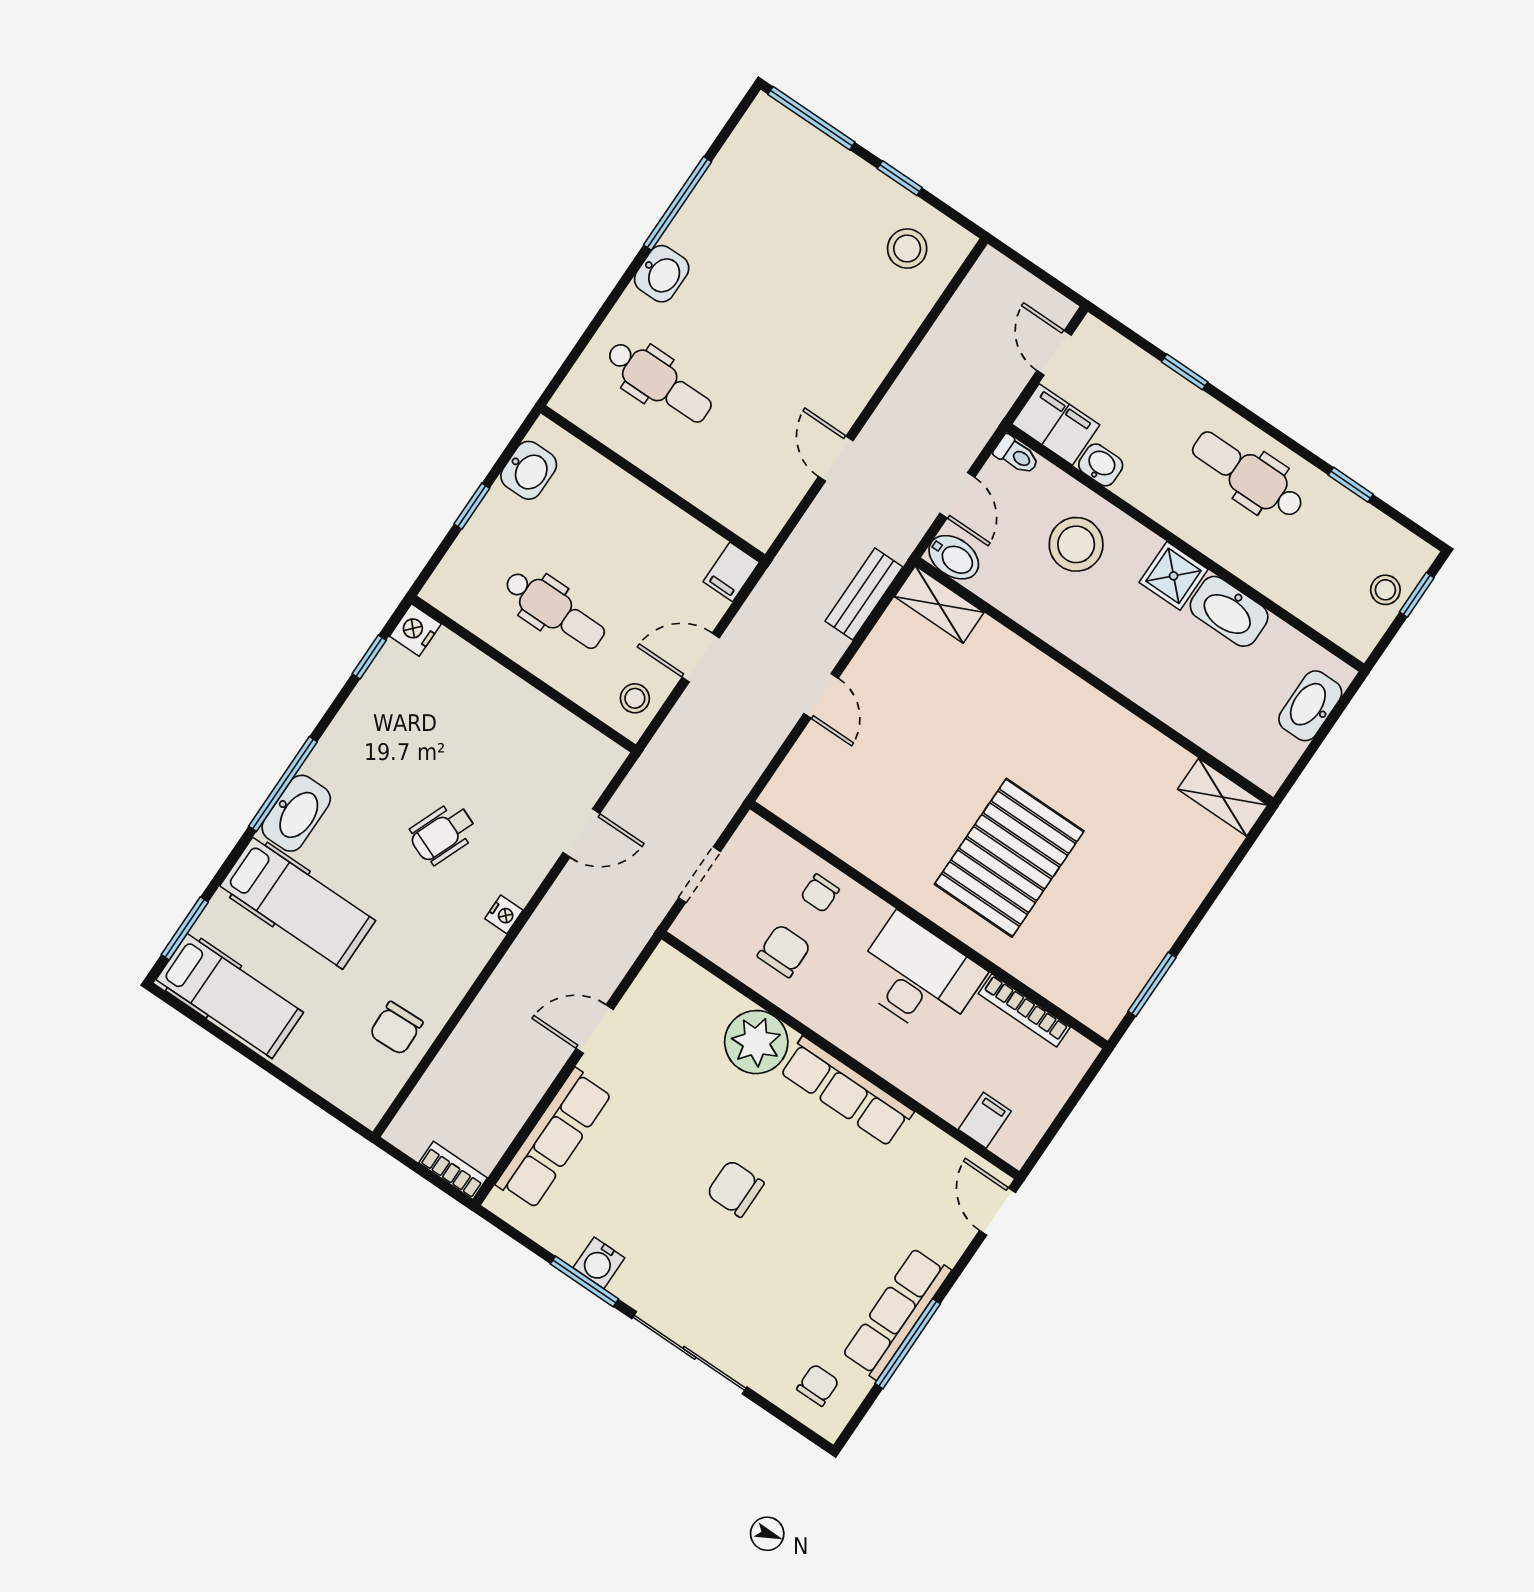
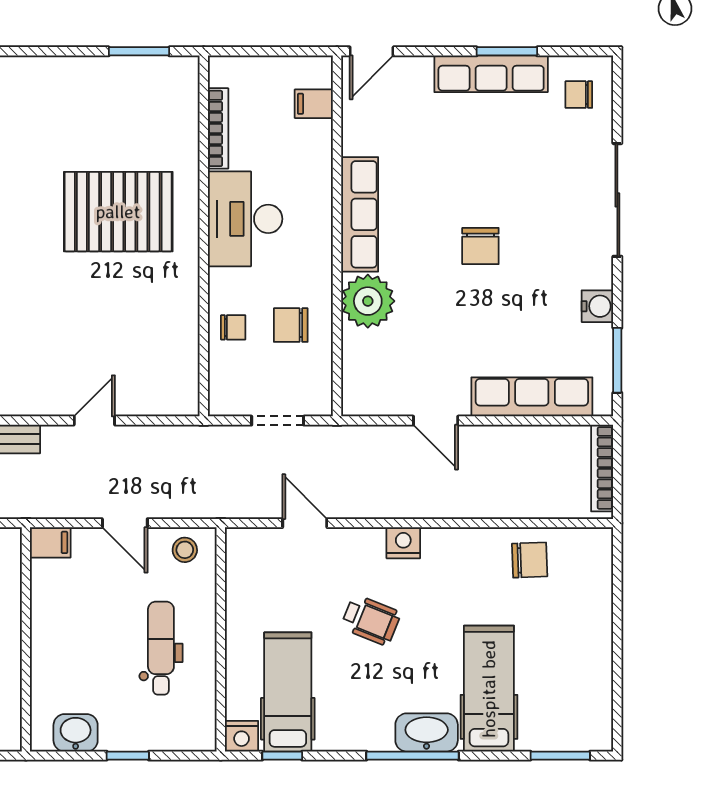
nightstand: (504, 914) -> (403, 543), width x1.39, depth x1.35
hospital bed: (230, 996) -> (288, 692), moved
bookcase: (453, 1170) -> (602, 468), width x1.56
window: (584, 1281) -> (617, 360), moved
window: (908, 1344) -> (507, 51), width x0.69

